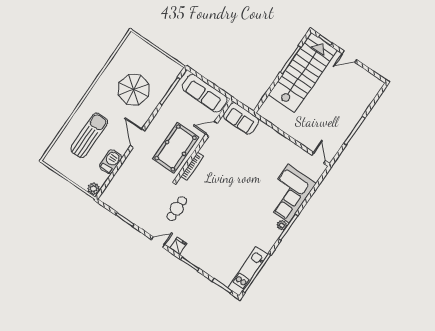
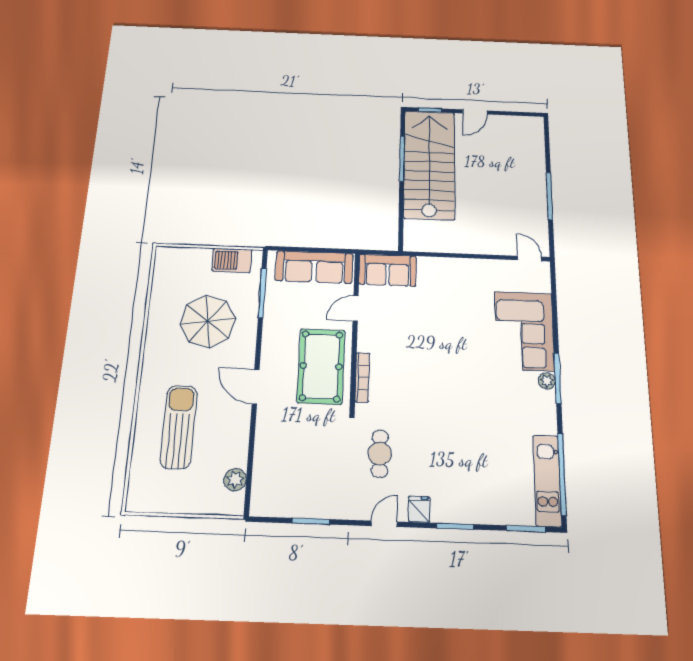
barbecue: (111, 162) -> (232, 260), moved, turned -90
plant: (94, 189) -> (235, 480), moved

